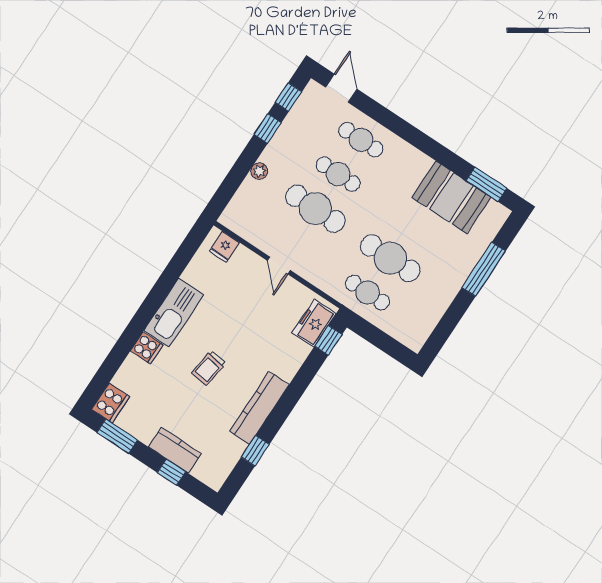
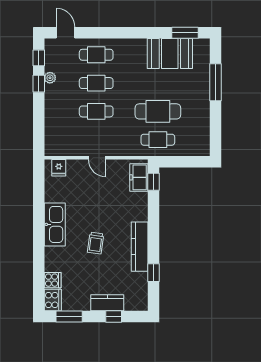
plant: (259, 171) -> (50, 78), moved
cafe table: (315, 209) -> (96, 111), width x0.73, depth x0.74
cooker: (147, 348) -> (53, 280), moved

